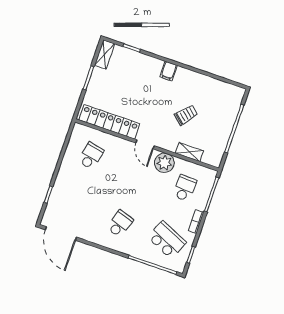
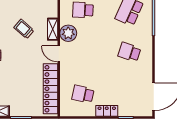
door: (145, 144) -> (59, 54), swing flipped
shelving: (189, 152) -> (53, 29), moved
locker: (63, 176) -> (107, 111), added

